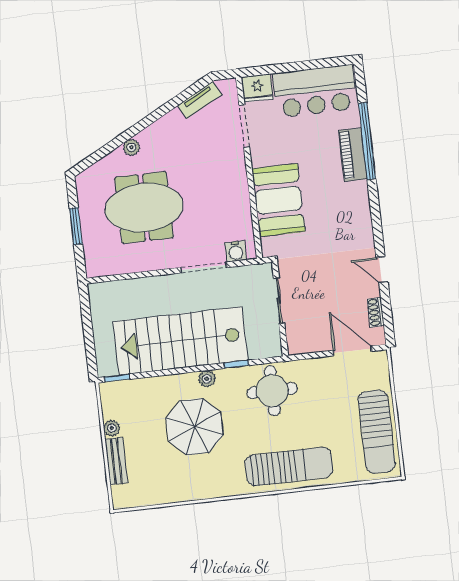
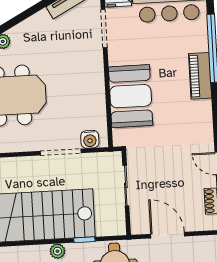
piano: (353, 155) -> (200, 76), moved
door: (352, 351) -> (168, 235), moved

